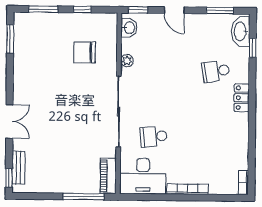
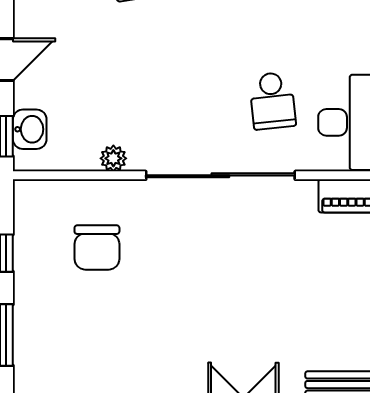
washbasin: (129, 28) -> (30, 129), moved, turned 90

